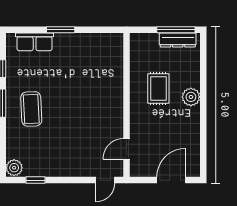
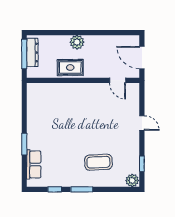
wall: (126, 105) -> (83, 80), moved
coffee table: (31, 109) -> (98, 162), moved
door: (126, 149) -> (118, 80), moved
door: (105, 180) -> (142, 123), moved

